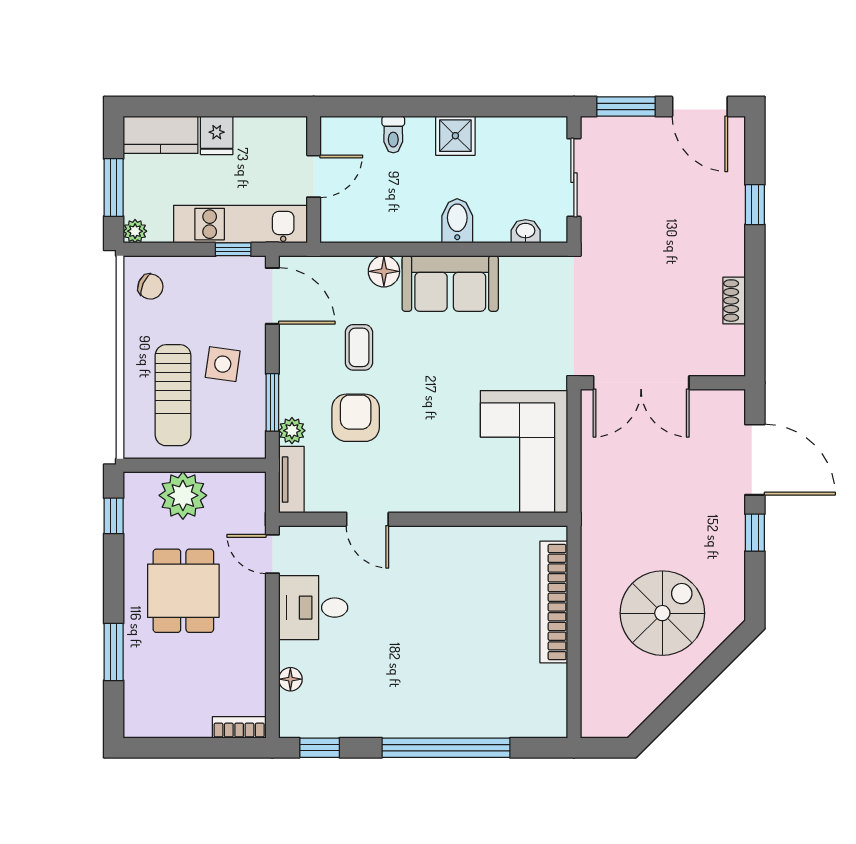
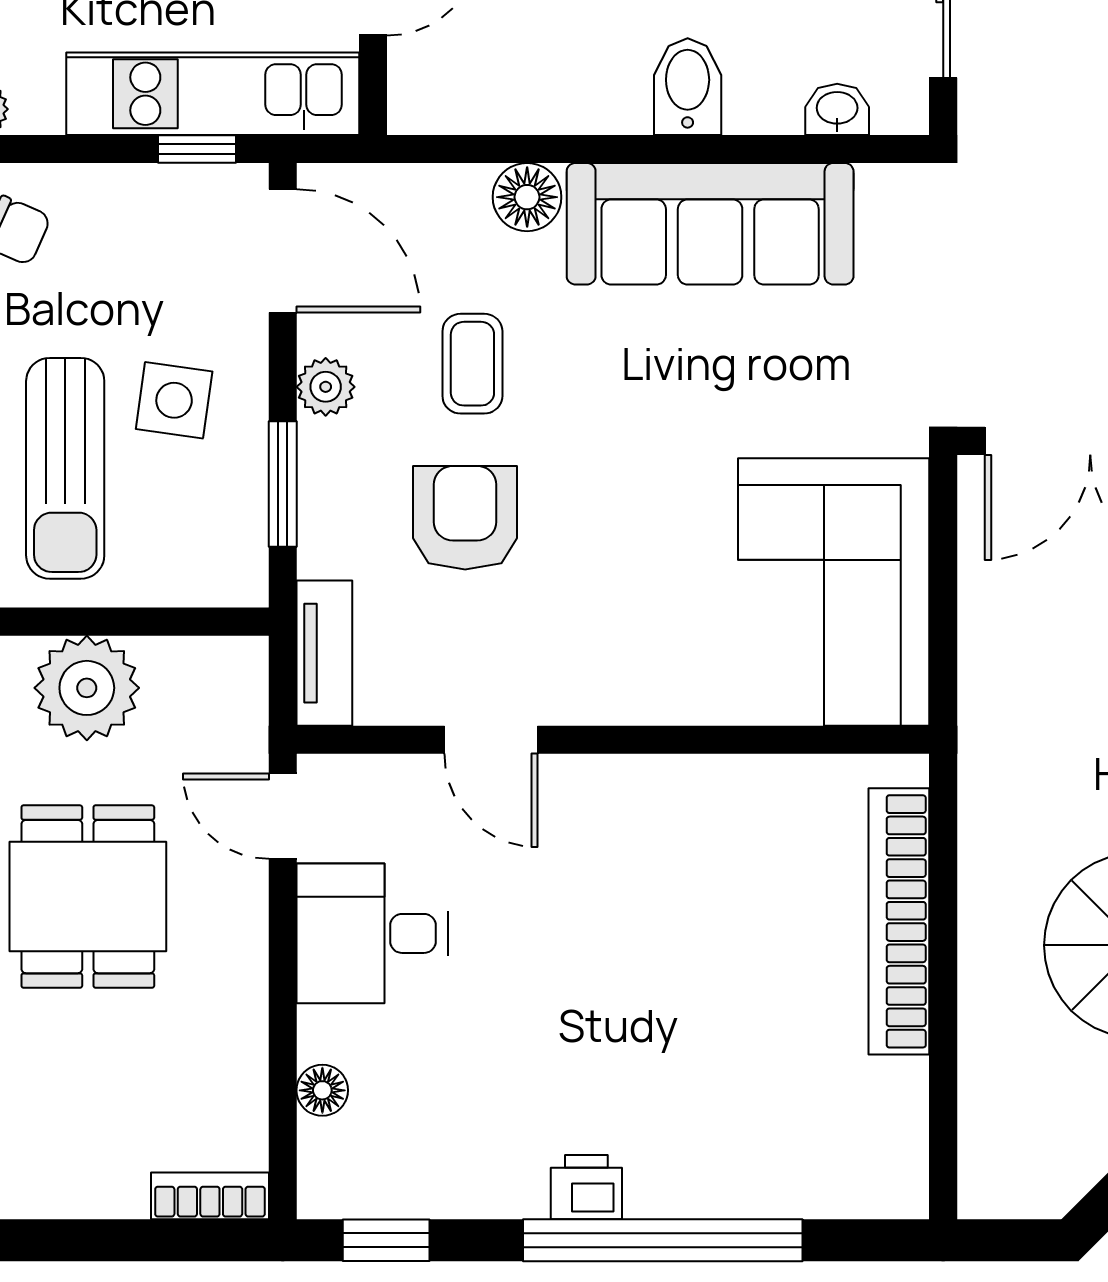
sofa: (450, 283) -> (710, 224), width x1.36
plant: (292, 431) -> (326, 387), moved
printer: (411, 723) -> (586, 1187), added

